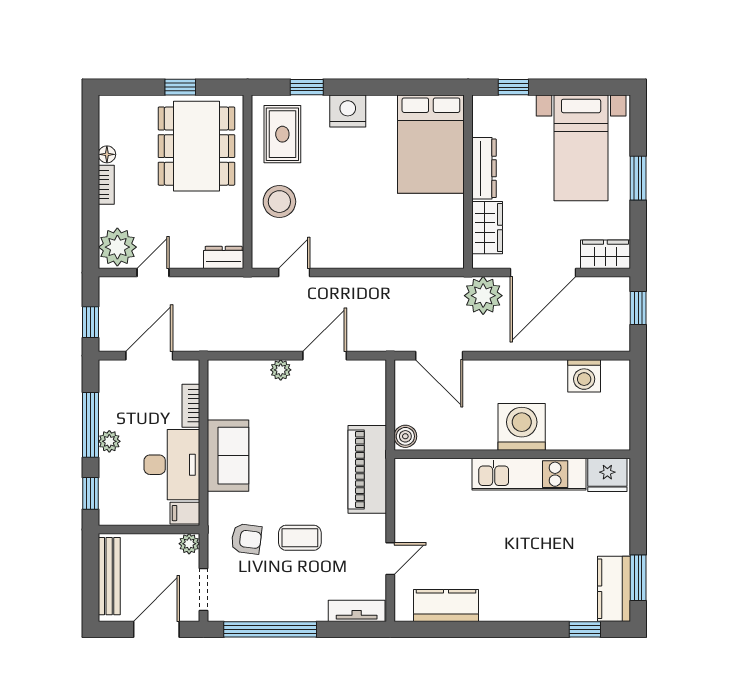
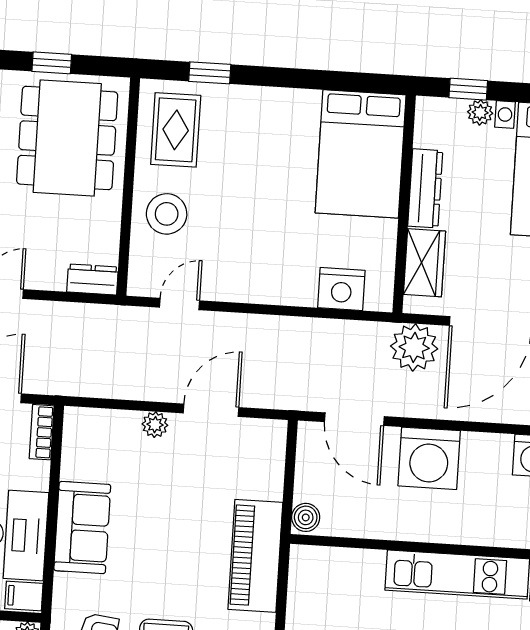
plant: (524, 105) -> (480, 112), added
nightstand: (348, 111) -> (341, 289), moved, turned 180
bookcase: (191, 406) -> (42, 432), moved
washing machine: (522, 427) -> (429, 458), moved, turned 180

